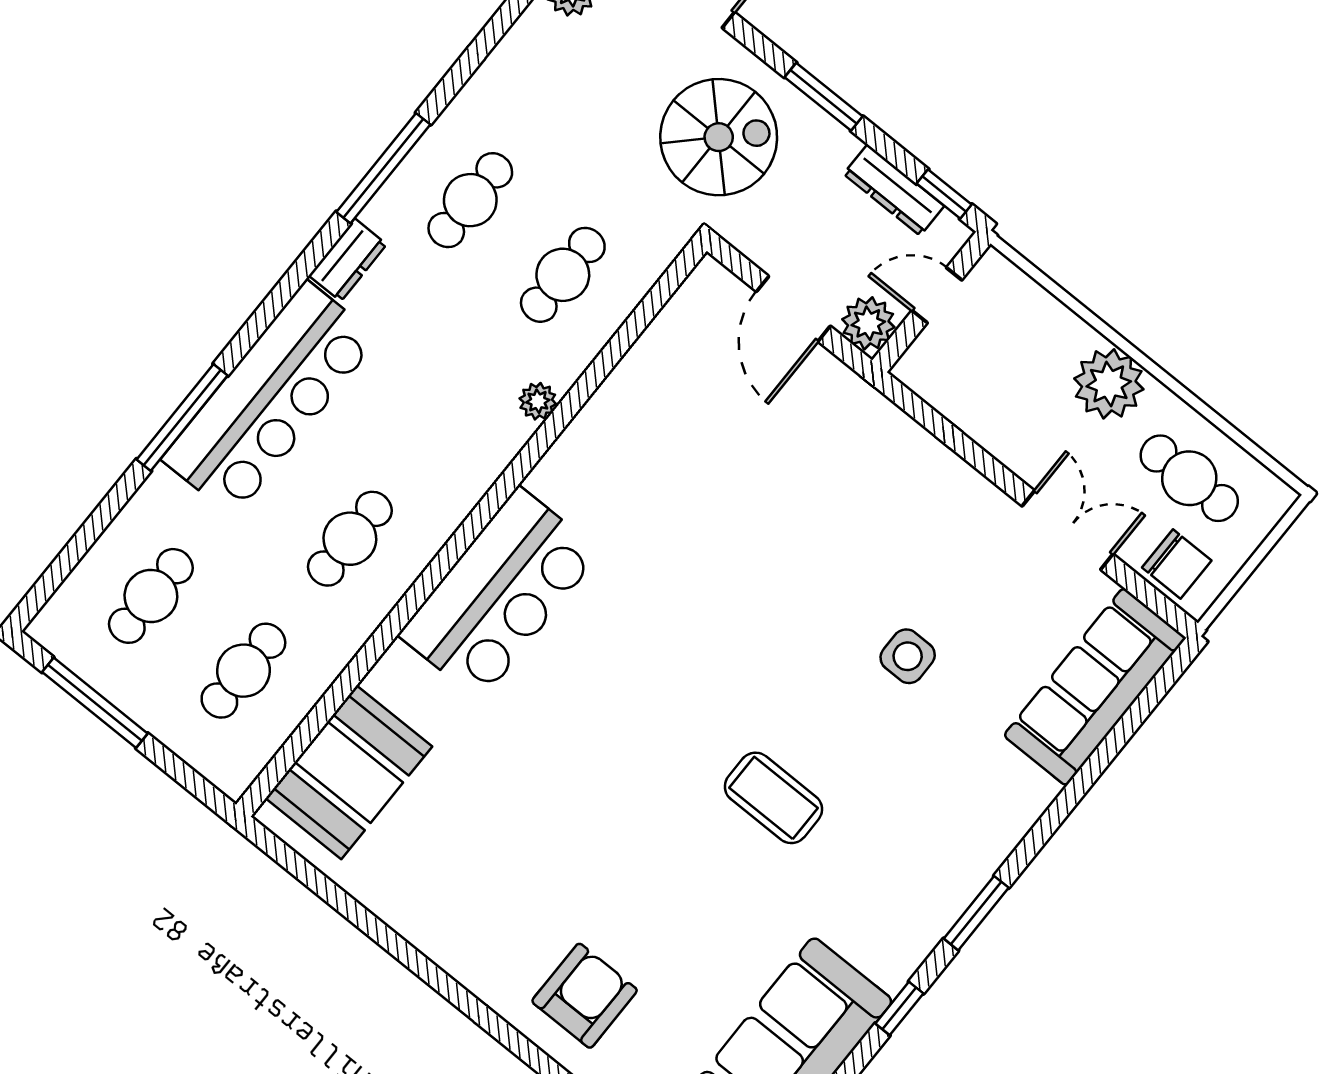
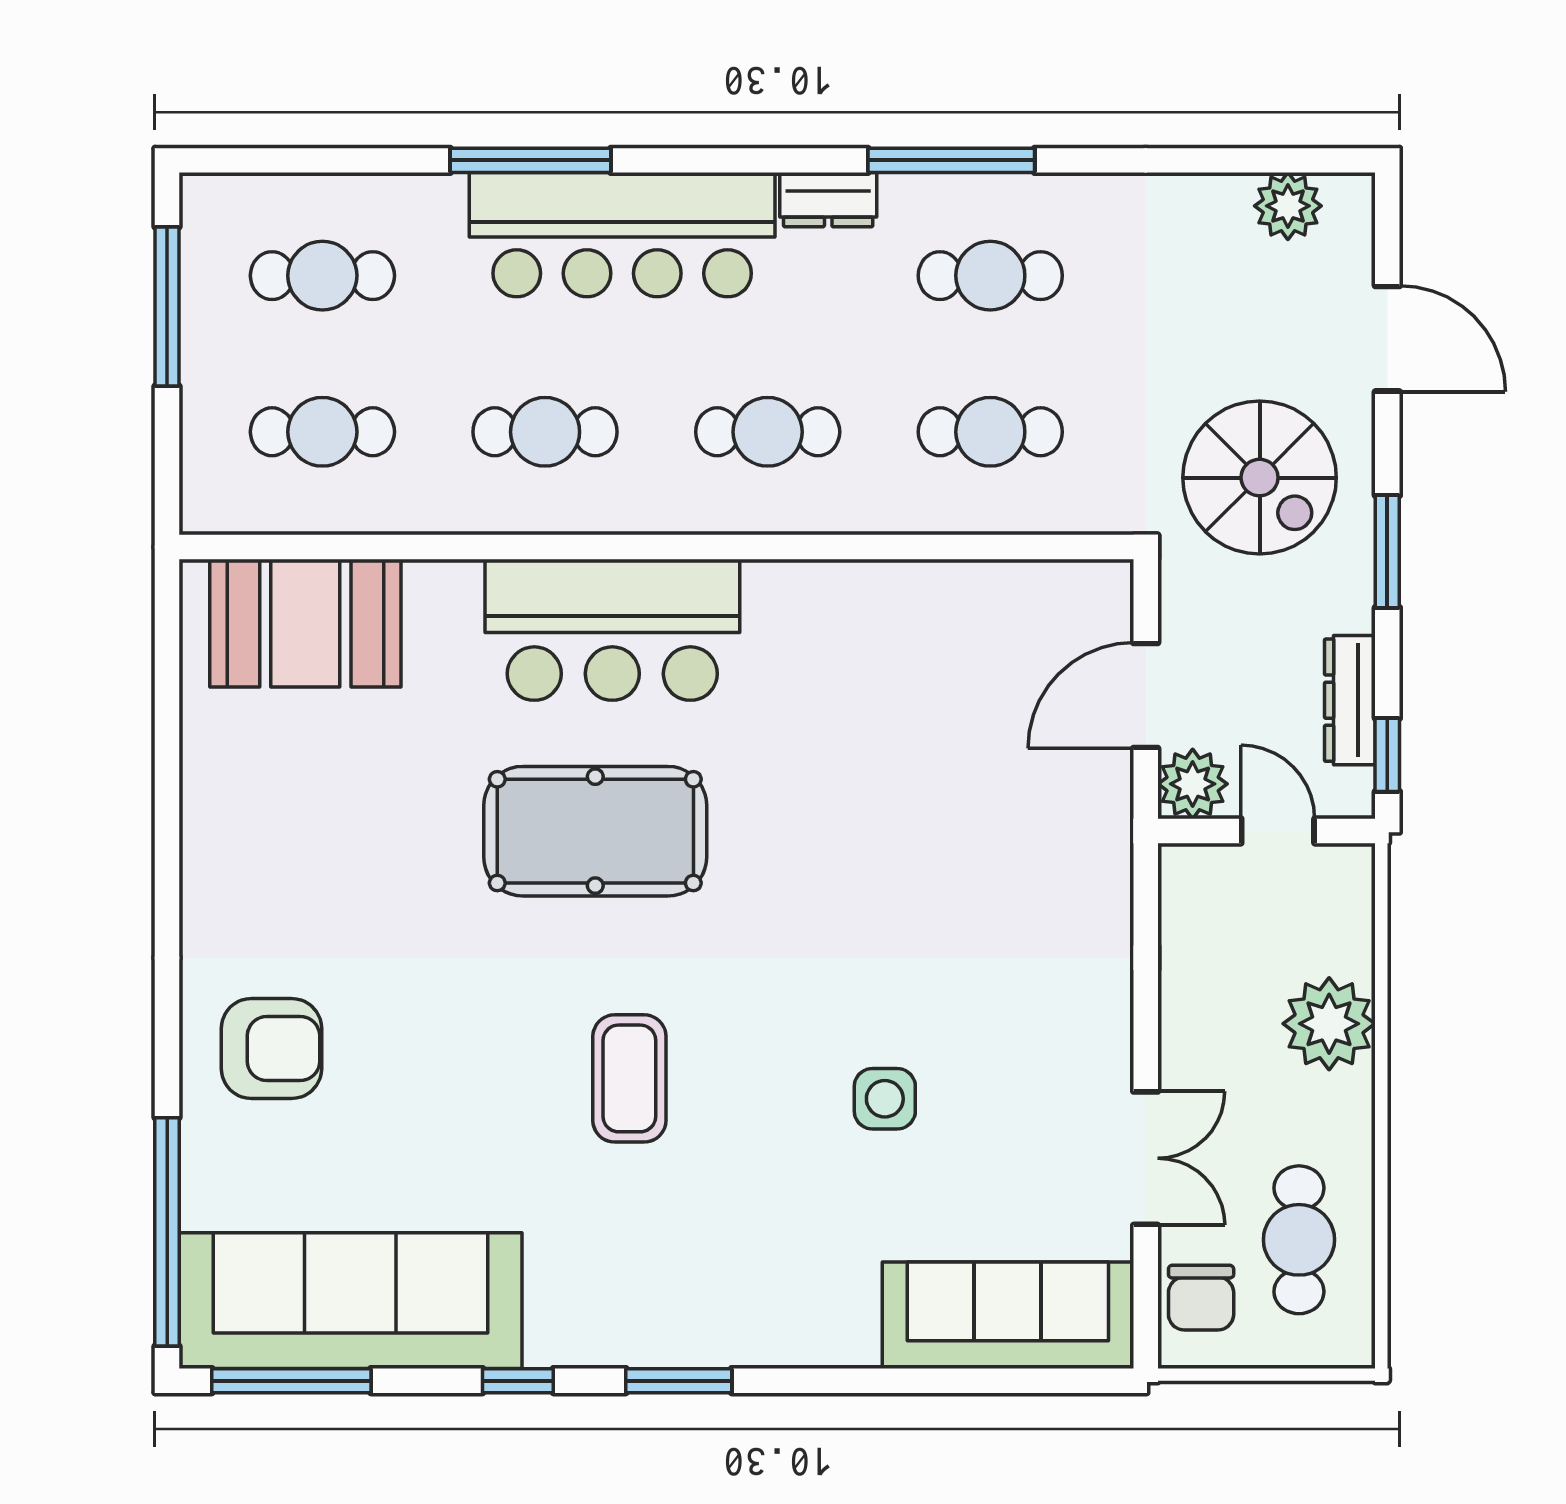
plant: (1109, 384) -> (1329, 1024), moved
plant: (538, 401) -> (841, 510), removed
cafe table: (456, 407) -> (768, 432), added
pool table: (611, 700) -> (595, 831), added

